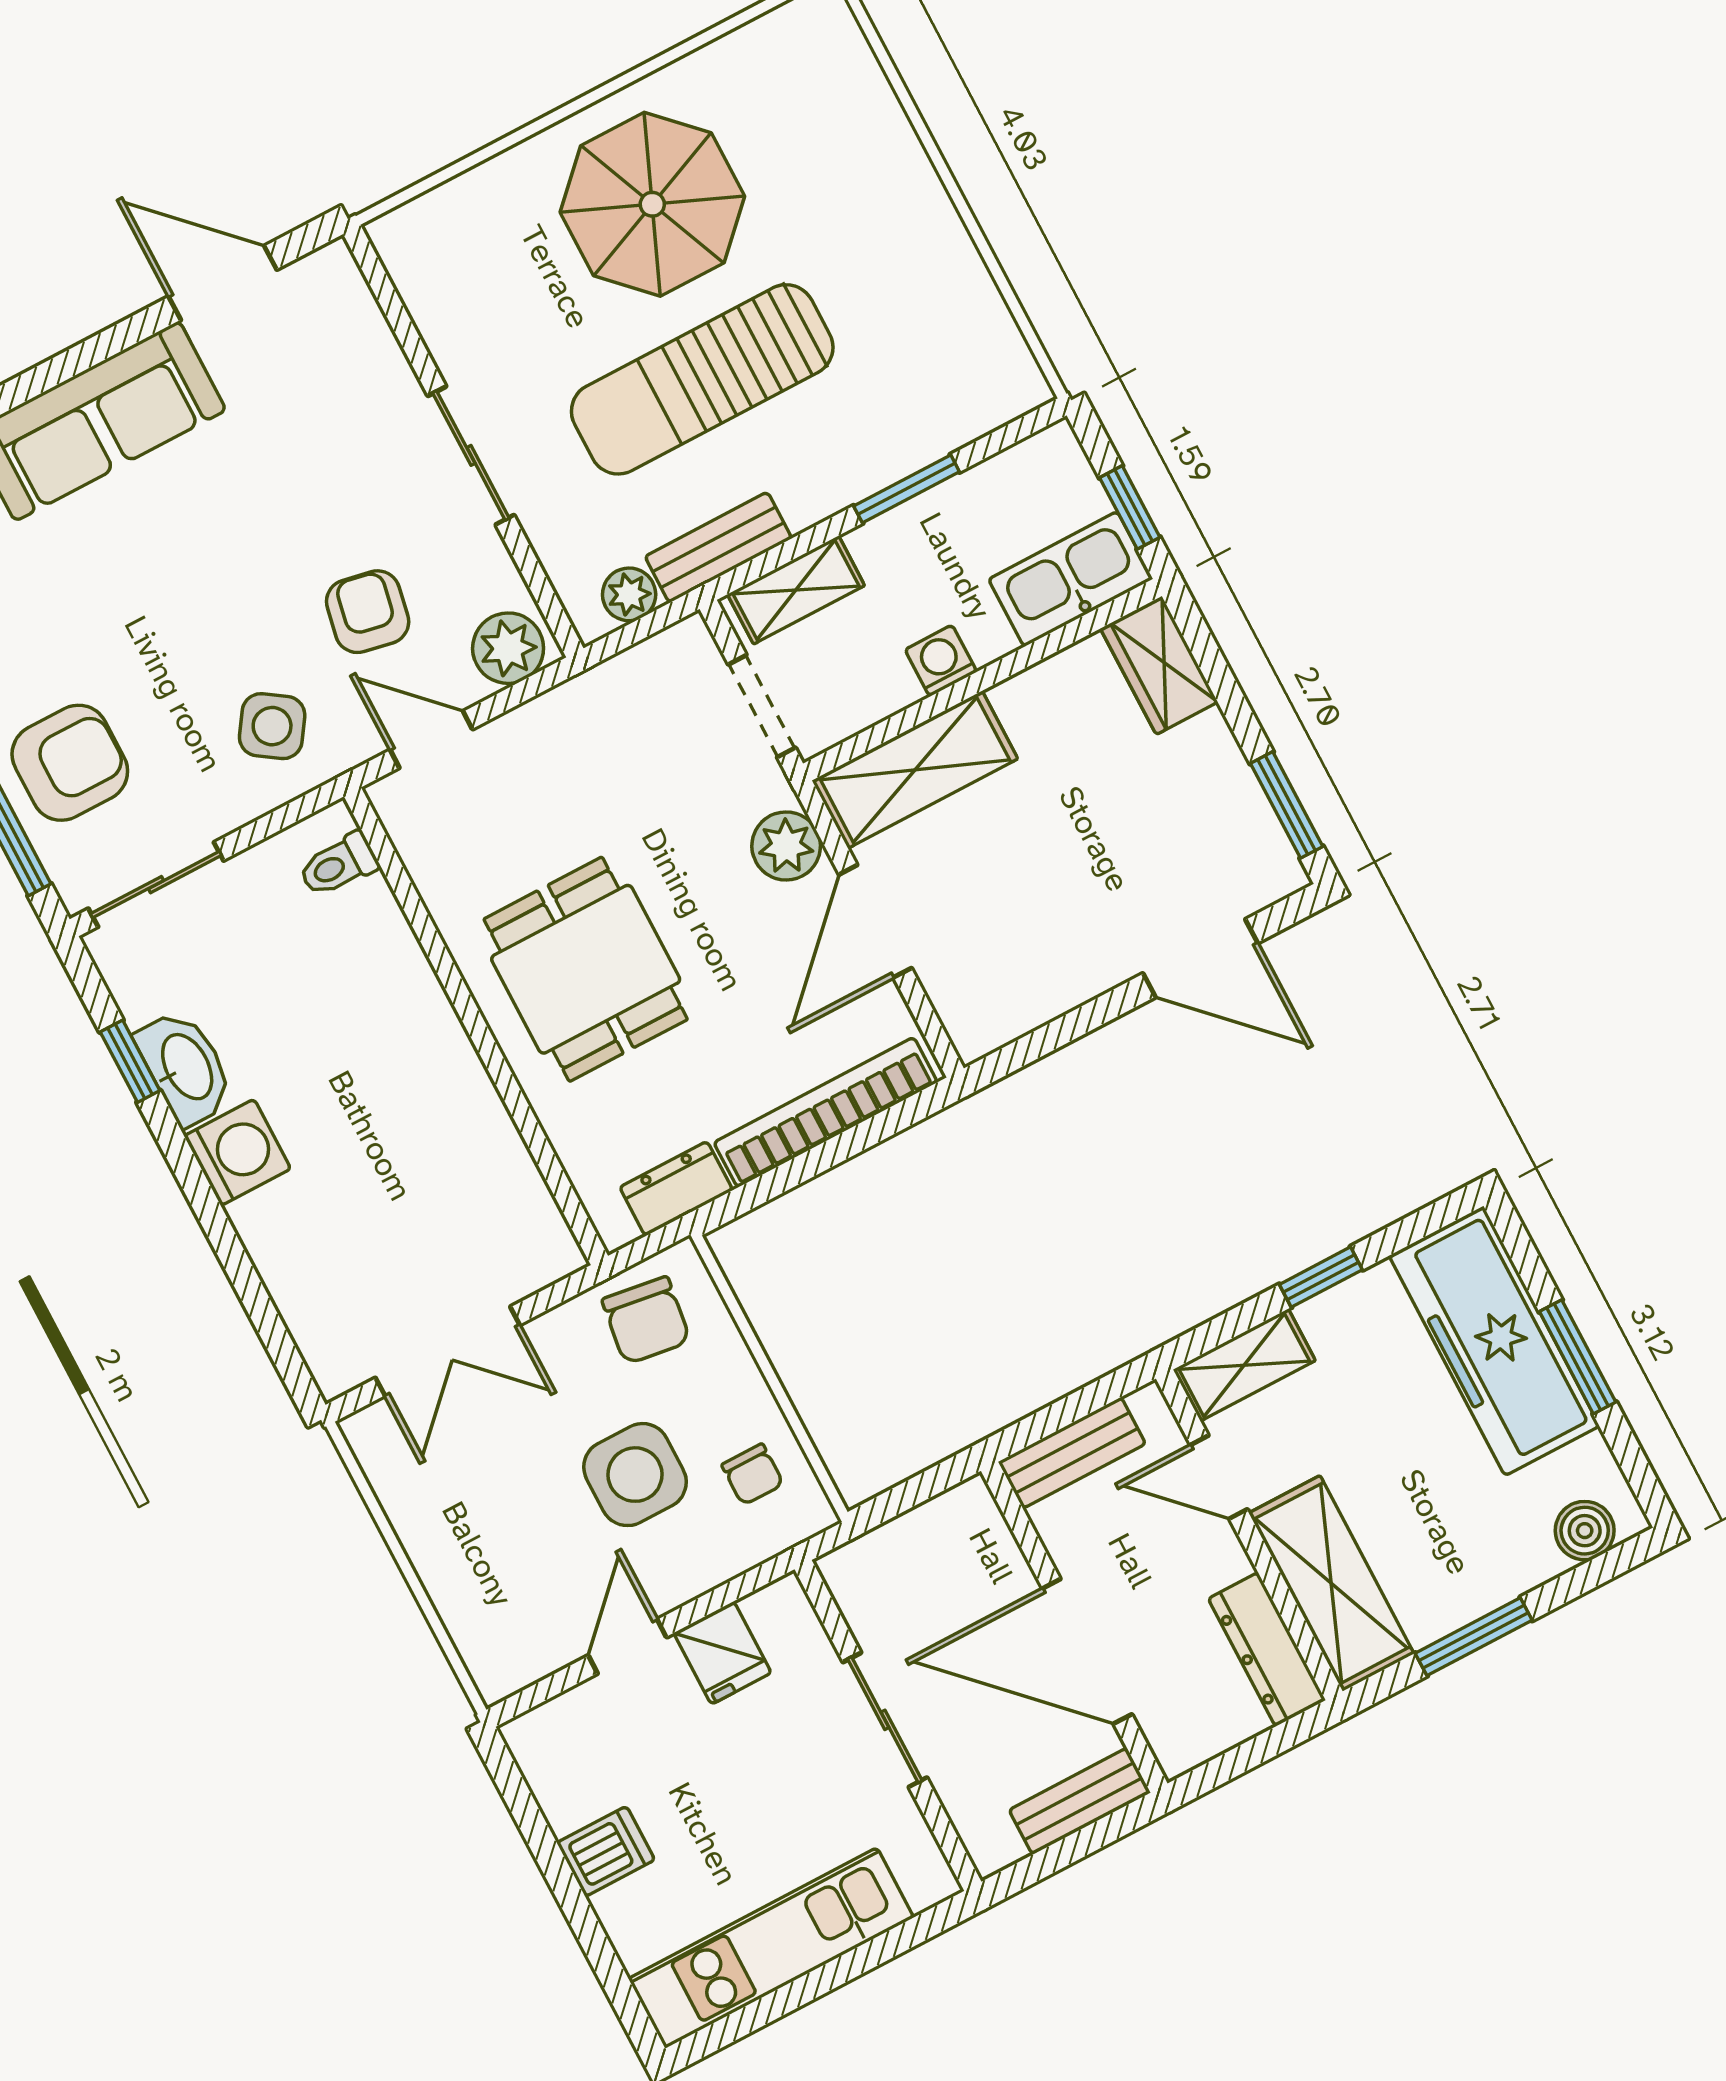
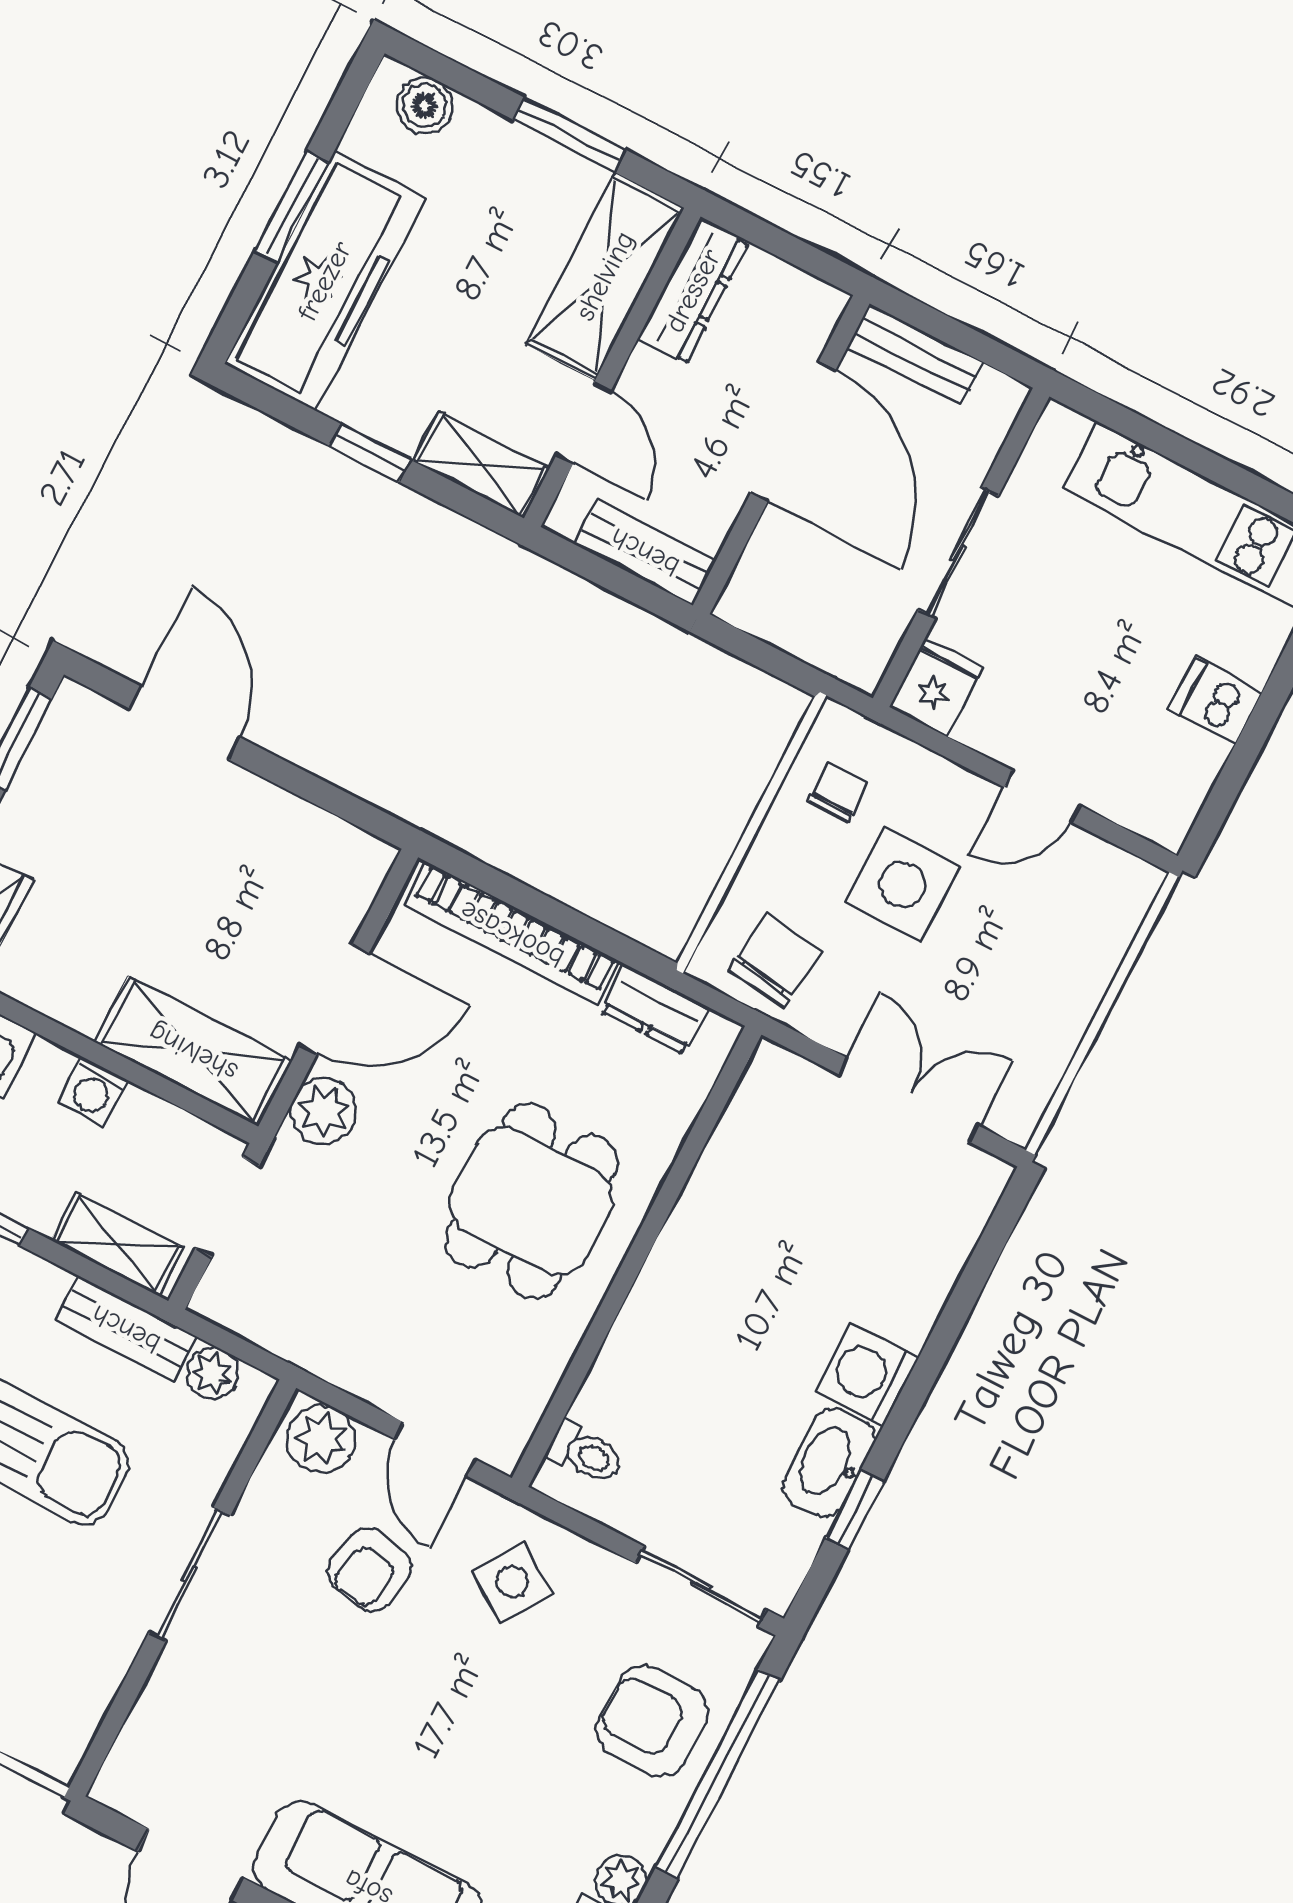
fridge: (723, 1653) -> (936, 687), moved

